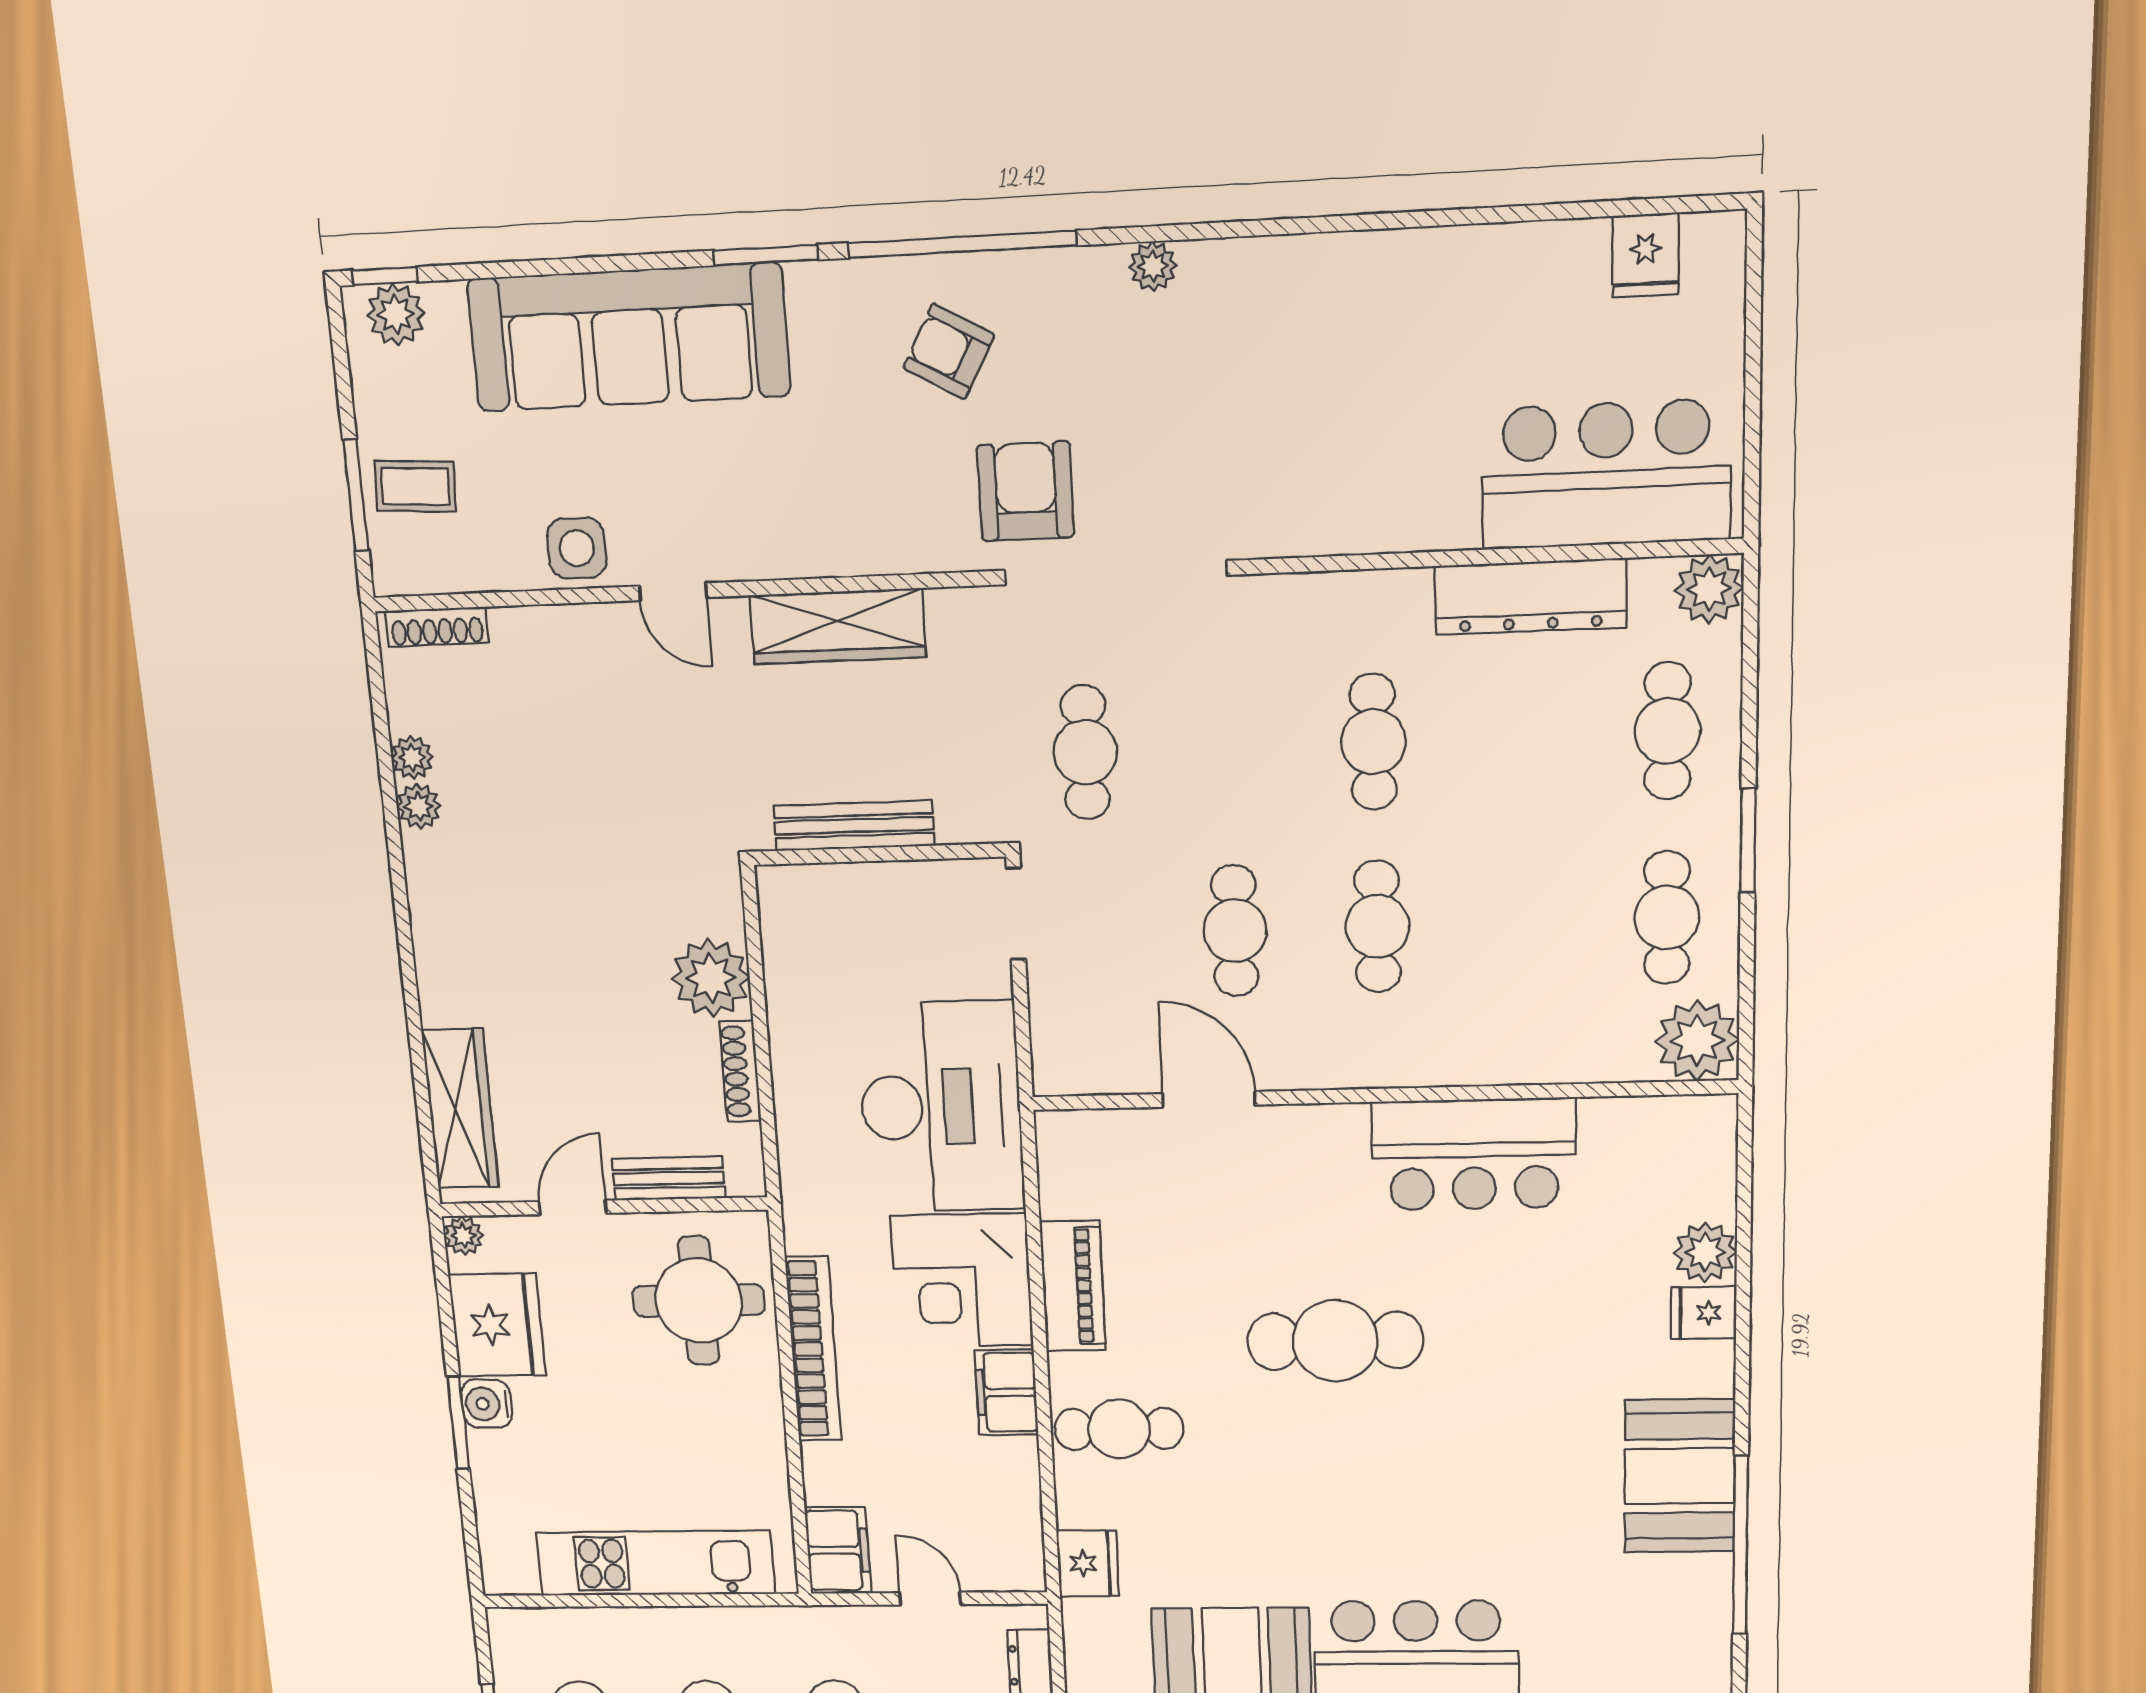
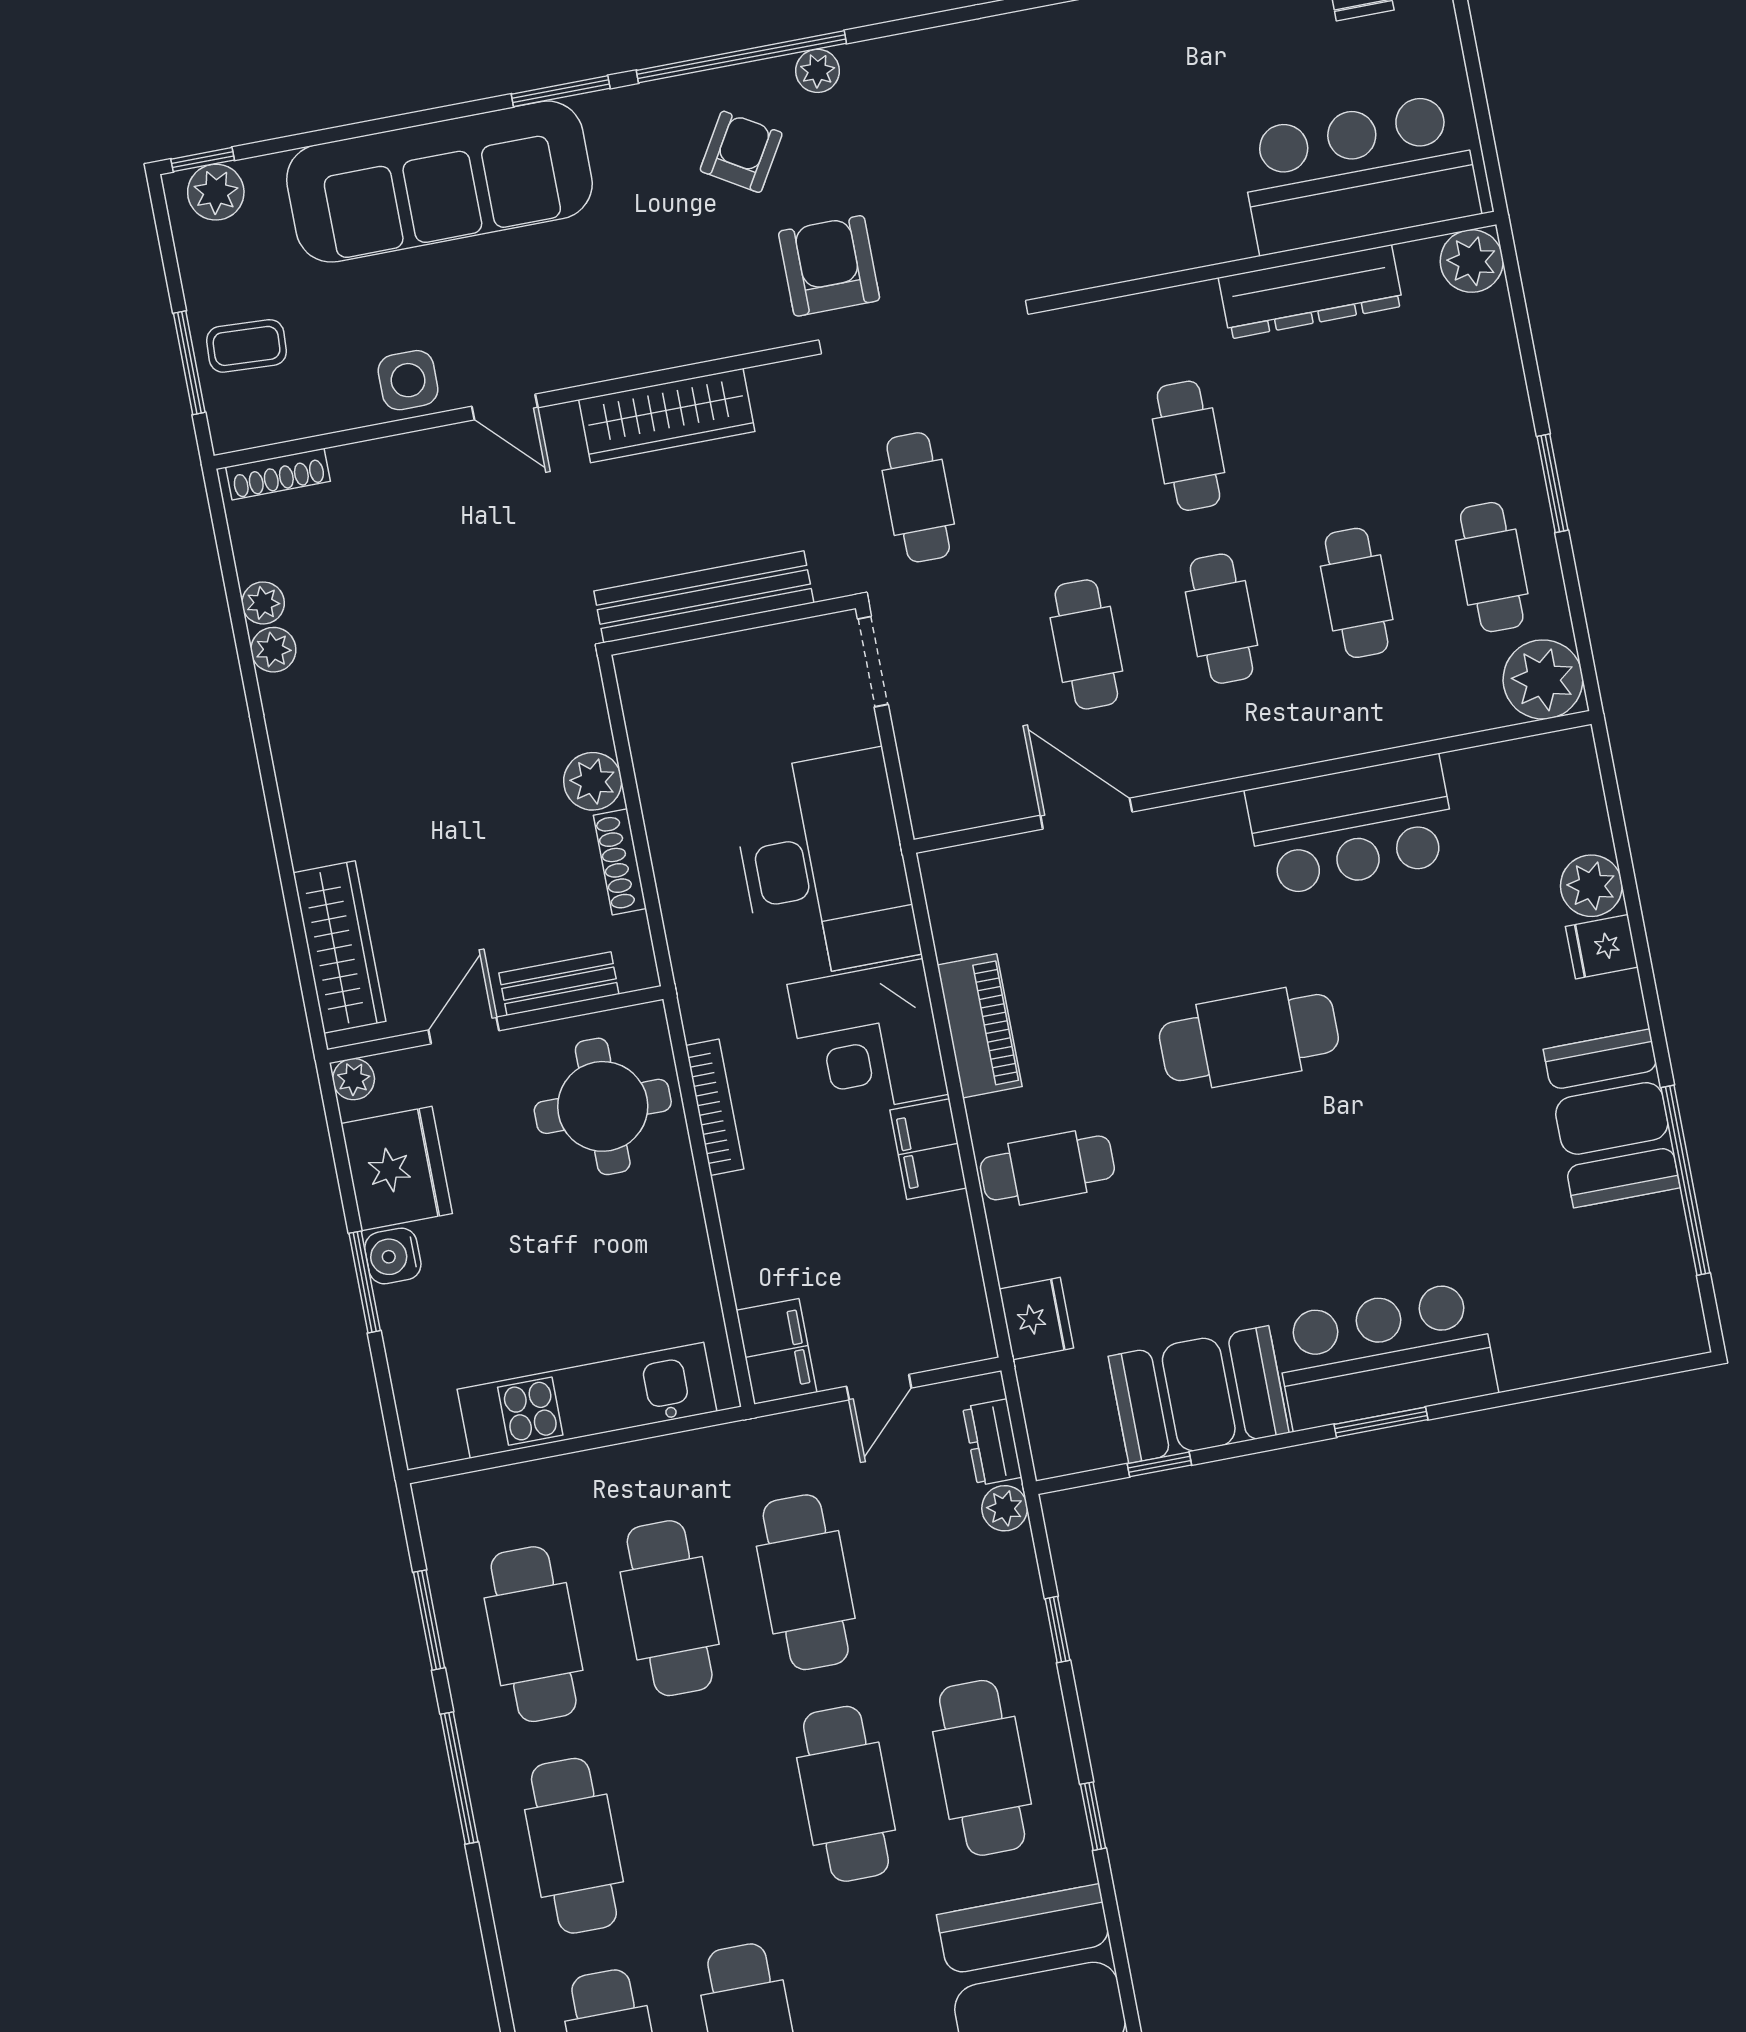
plant: (1153, 266) -> (818, 71), moved
armchair: (949, 351) -> (741, 152), turned 92
cafe table: (1667, 731) -> (1357, 593), moved
bench: (854, 826) -> (704, 597), width x1.37, depth x1.21
plant: (711, 978) -> (593, 781), width x0.73, depth x0.73
bookcase: (813, 1349) -> (715, 1107), width x0.68, depth x0.76
door: (930, 1599) -> (879, 1387), swing flipped

